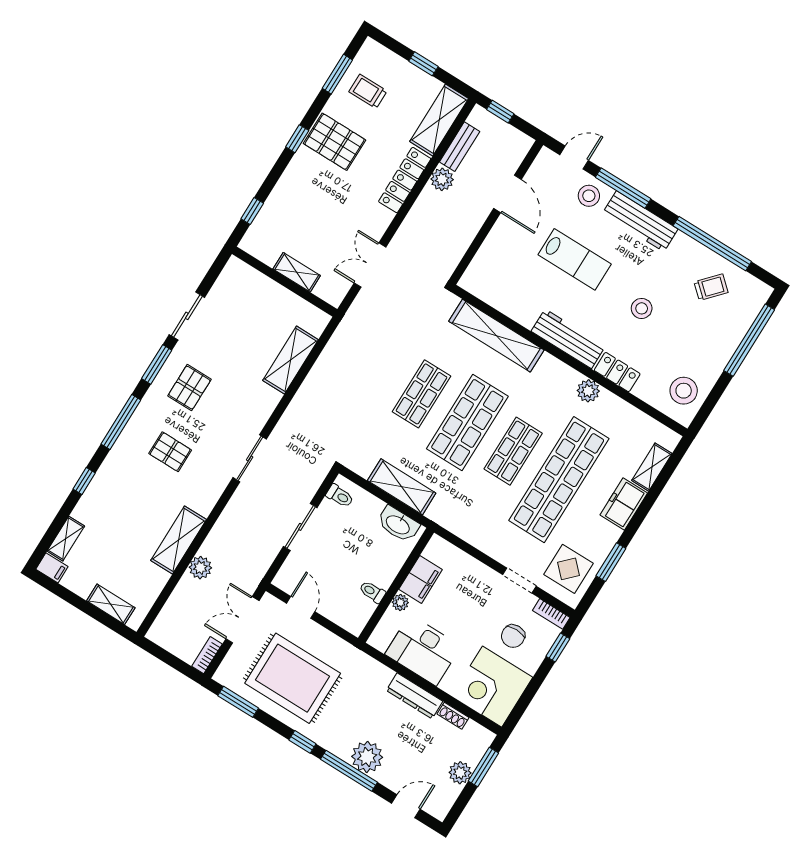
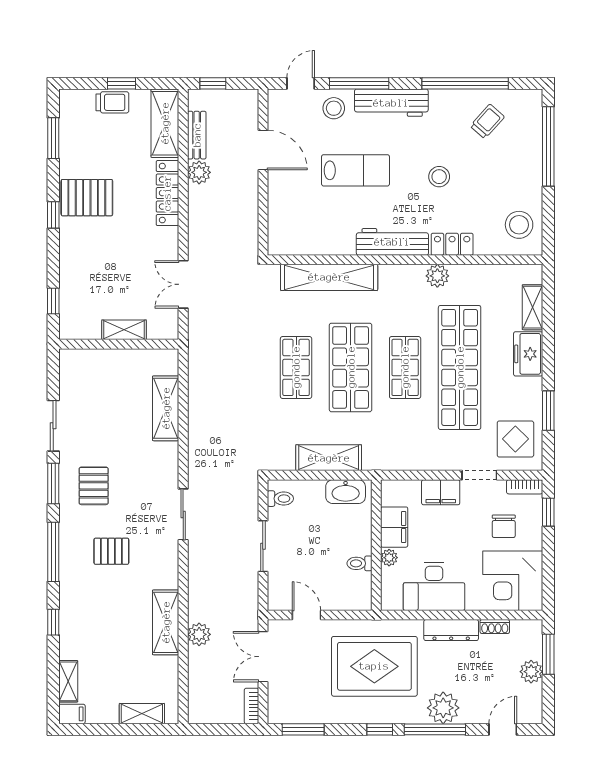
trolley: (368, 91) -> (112, 102), moved, turned 180
filing cabinet: (478, 575) -> (441, 492), added
rug: (293, 678) -> (374, 666), moved

